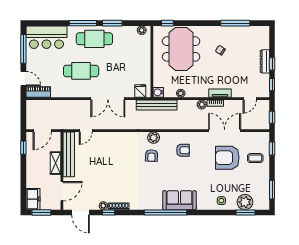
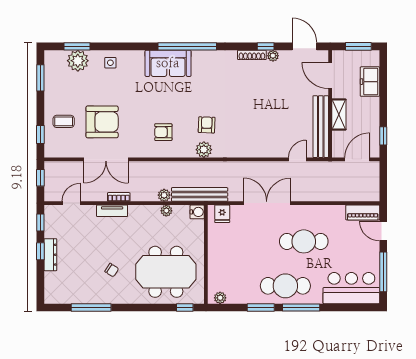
meeting table: (181, 49) -> (166, 272), turned 90
plant: (202, 105) -> (164, 195), moved
door: (62, 191) -> (330, 76), hinge flipped
freezer: (33, 199) -> (370, 82), moved

